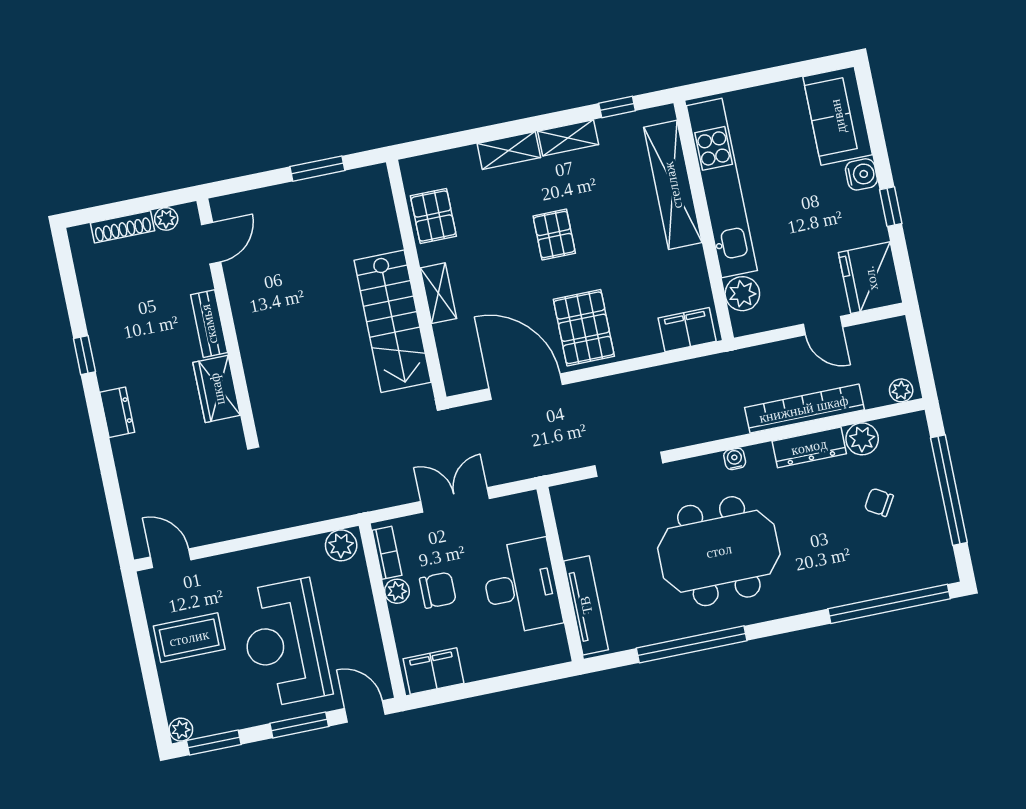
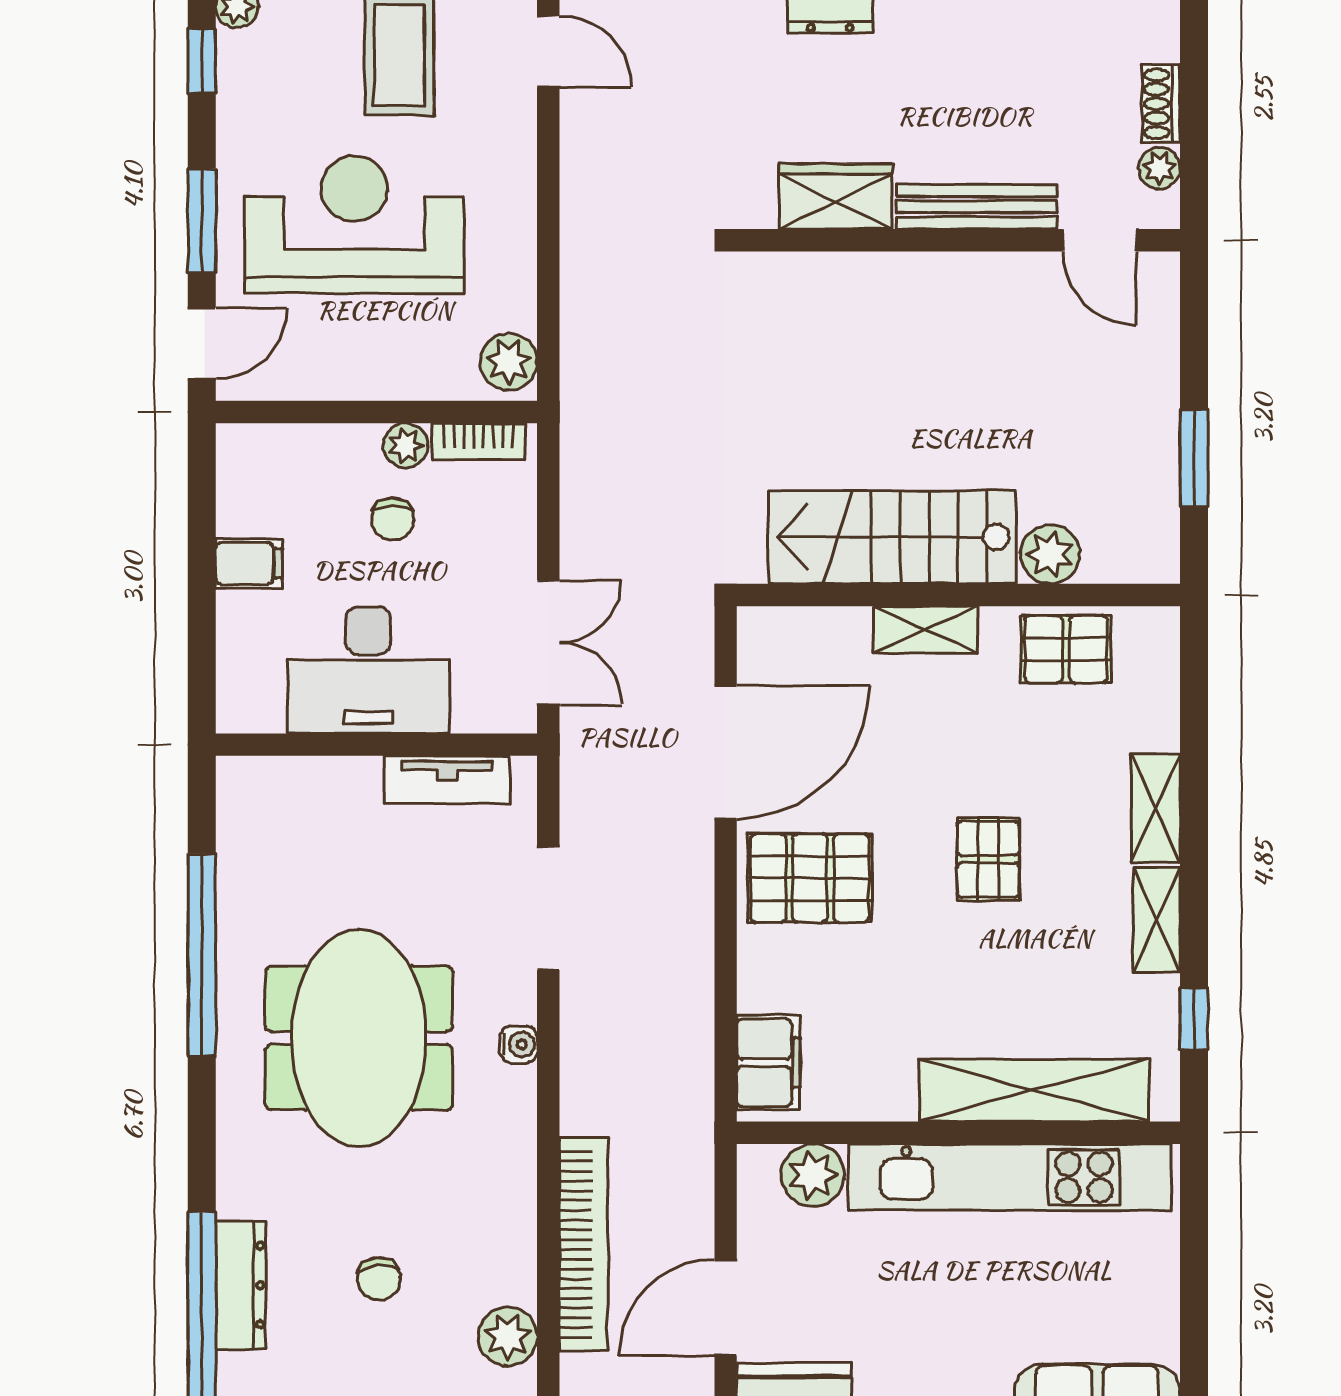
shoe rack: (122, 227) -> (1161, 104), width x0.70
plant: (384, 235) -> (1050, 554), added
pallet: (554, 235) -> (988, 859), turned 90
bench: (209, 324) -> (977, 207), width x1.36
door: (823, 326) -> (726, 1308), width x1.38
dresser: (809, 447) -> (241, 1285), moved, turned 180
water cooler: (735, 459) -> (519, 1044), moved
double door: (455, 500) -> (548, 642), moved
chair: (879, 502) -> (379, 1279), moved, turned 144
door: (171, 558) -> (548, 51), hinge flipped
chair: (438, 590) -> (392, 519), width x0.73, depth x0.73
tv unit: (586, 605) -> (447, 780), moved, width x0.71
filing cabinet: (433, 671) -> (249, 563), moved, width x0.50
window: (214, 742) -> (202, 61), width x0.67

